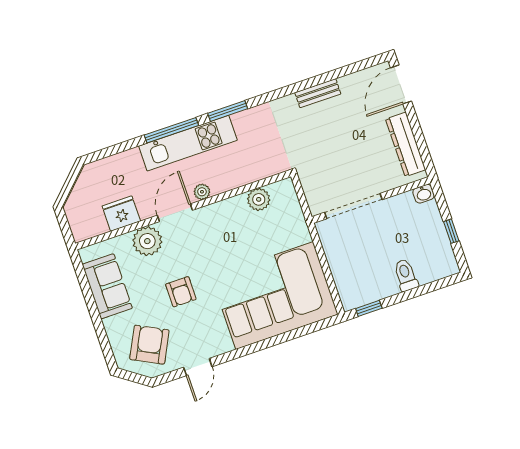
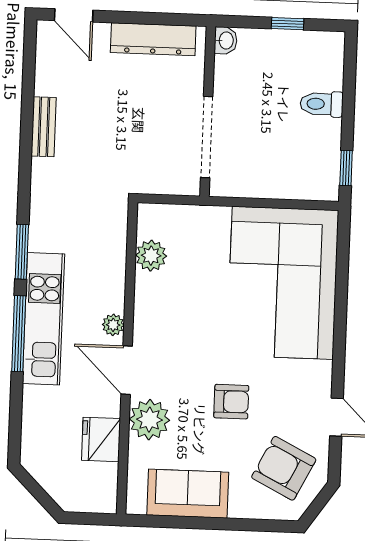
door: (401, 84) -> (74, 15), width x0.73

